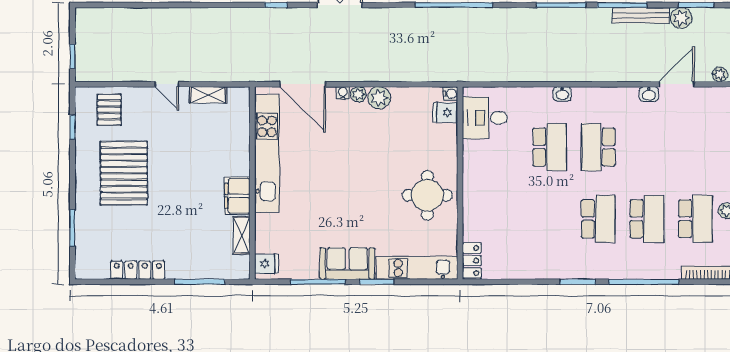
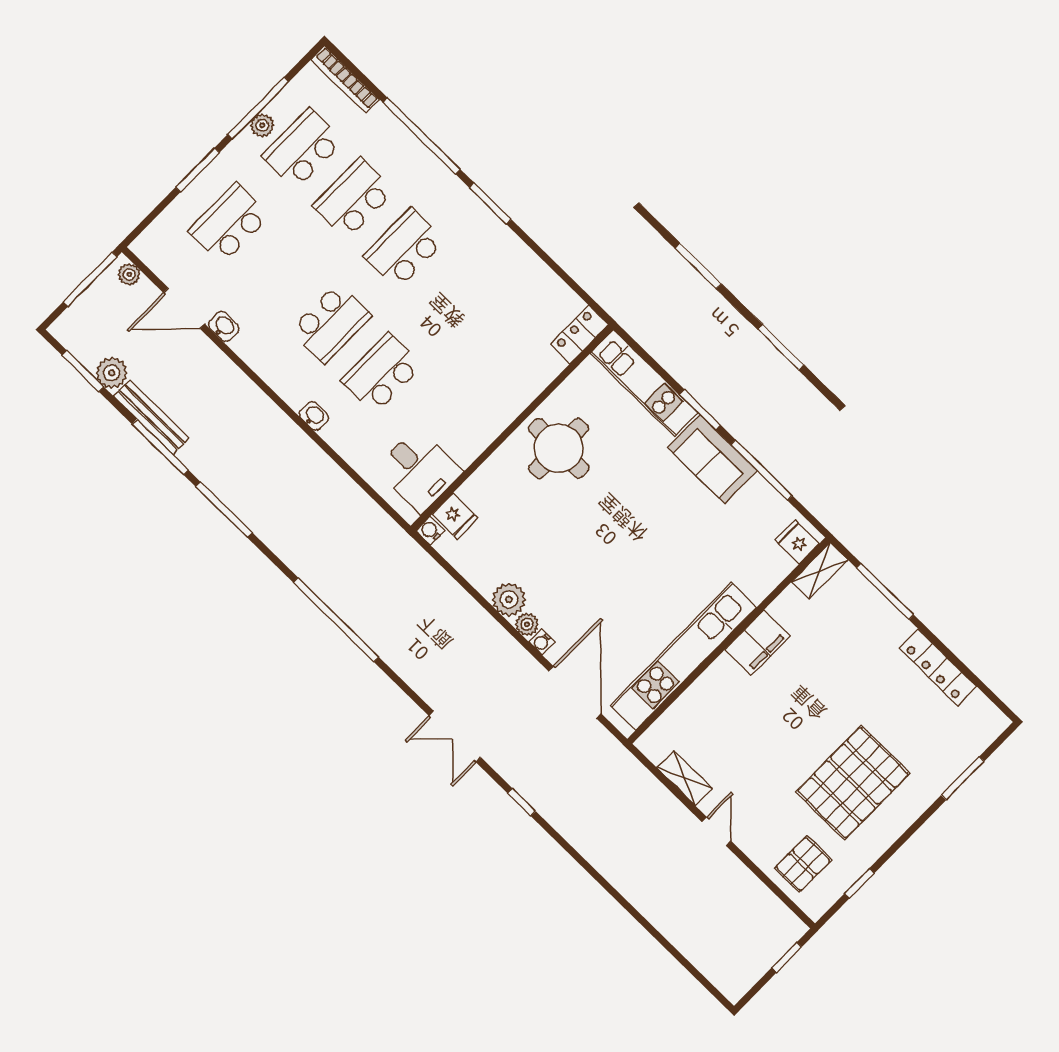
school desk: (696, 147) -> (229, 223), added
shelving: (241, 235) -> (820, 571), moved

